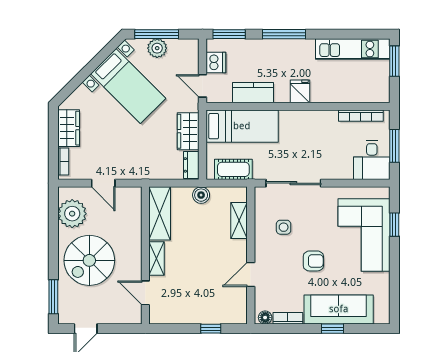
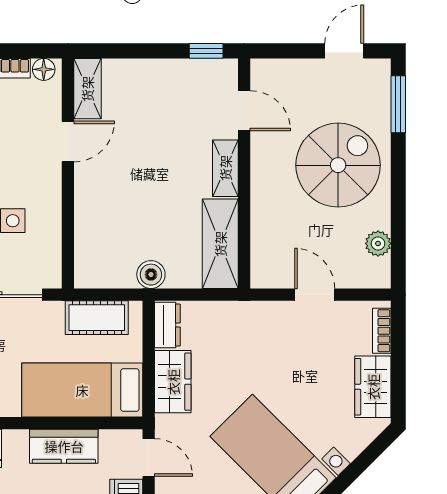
plant: (72, 214) -> (378, 243), width x0.53, depth x0.53
shelving: (239, 221) -> (87, 89), moved
window: (211, 329) -> (206, 51), moved

